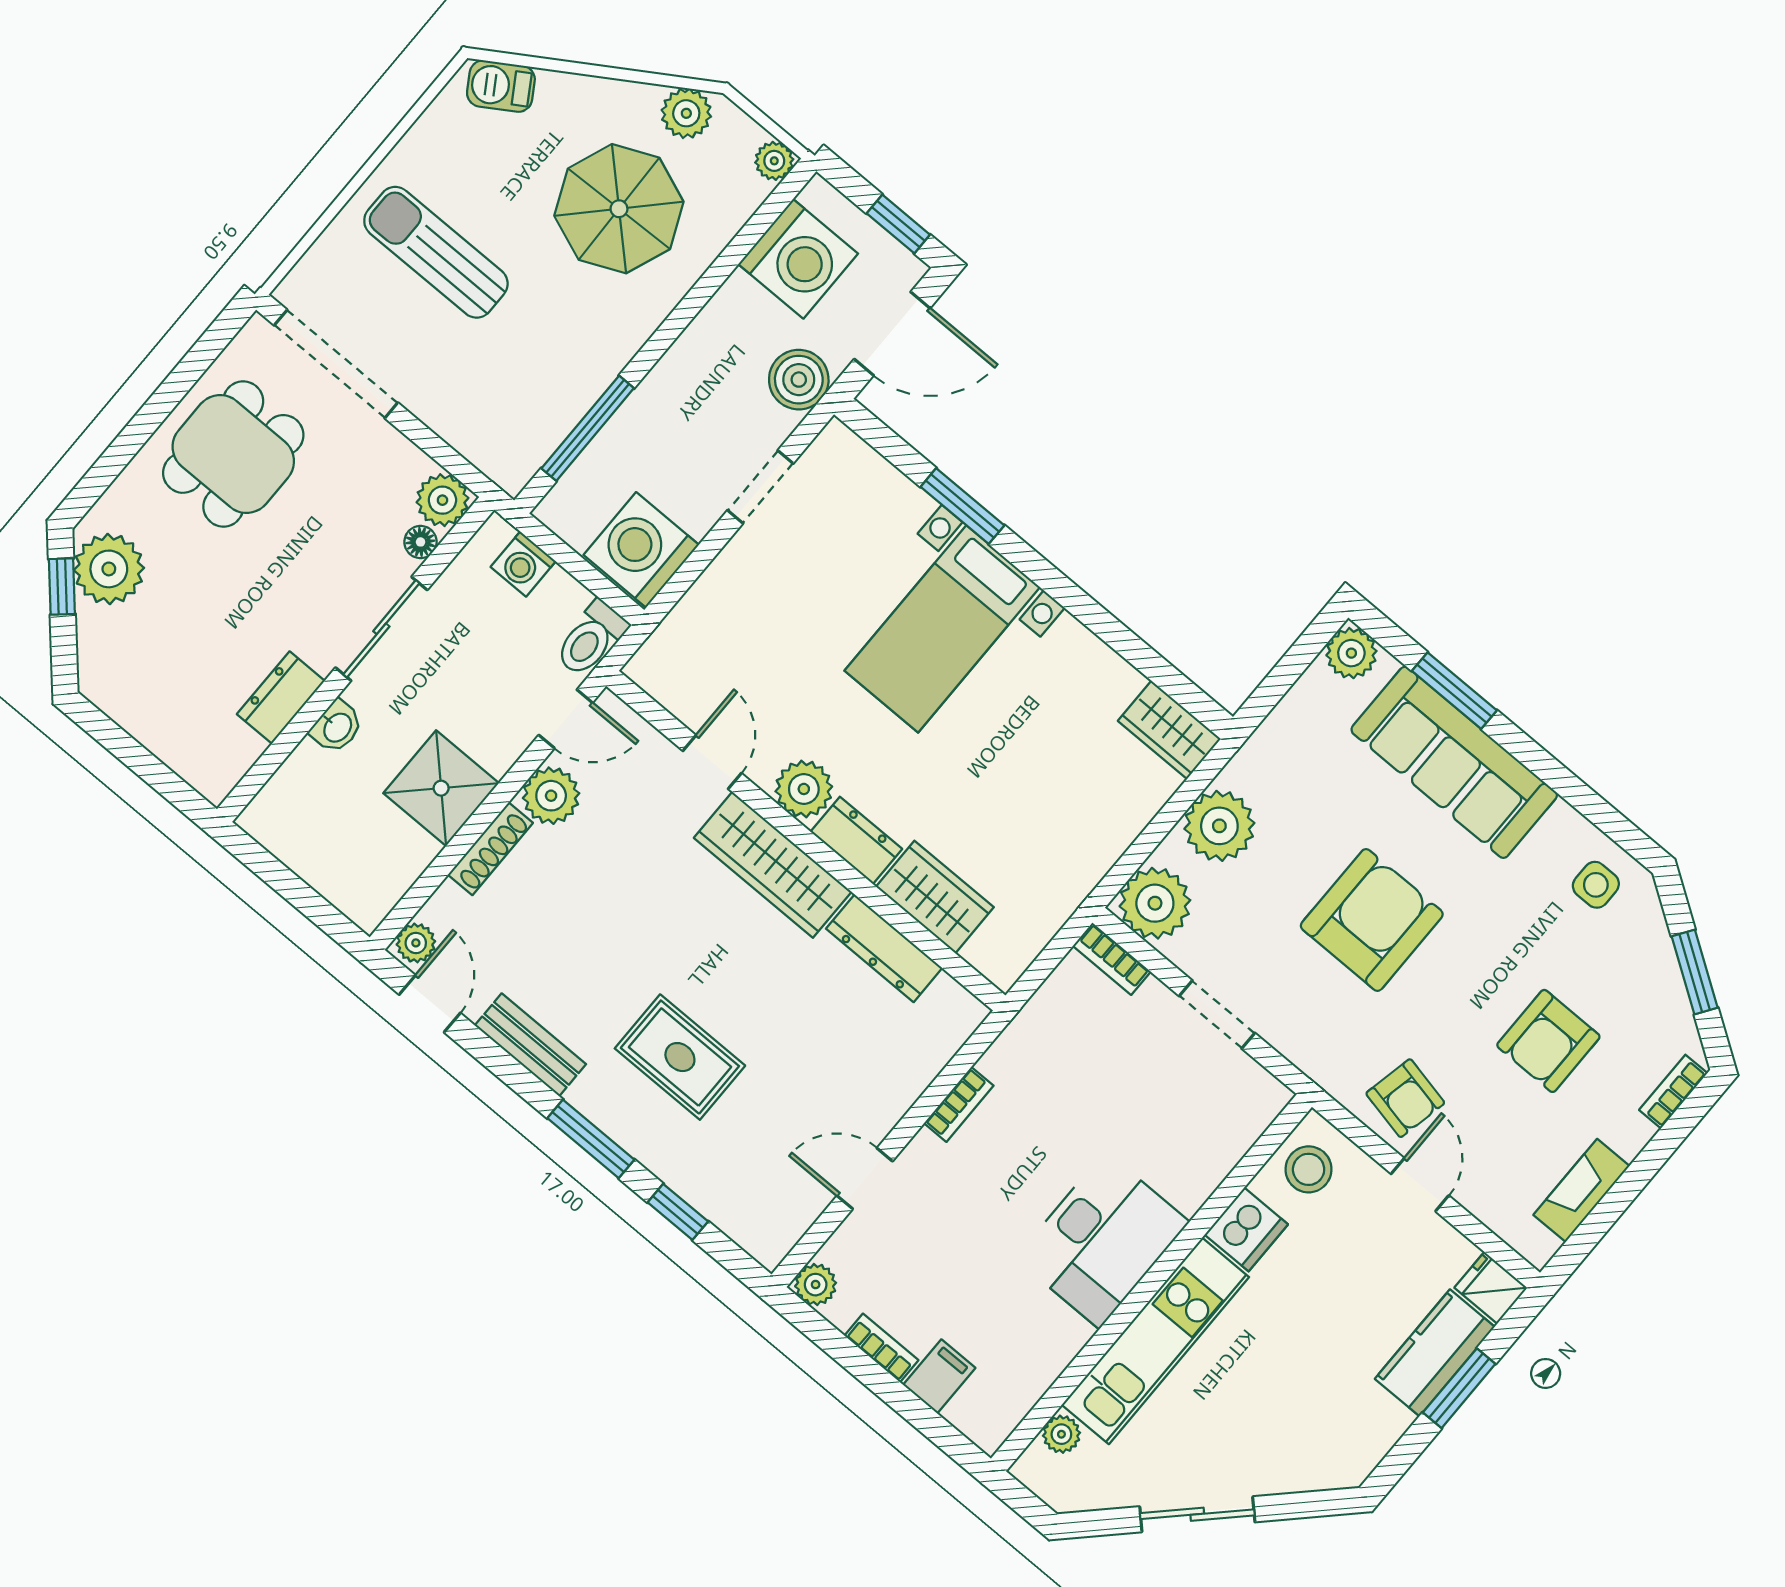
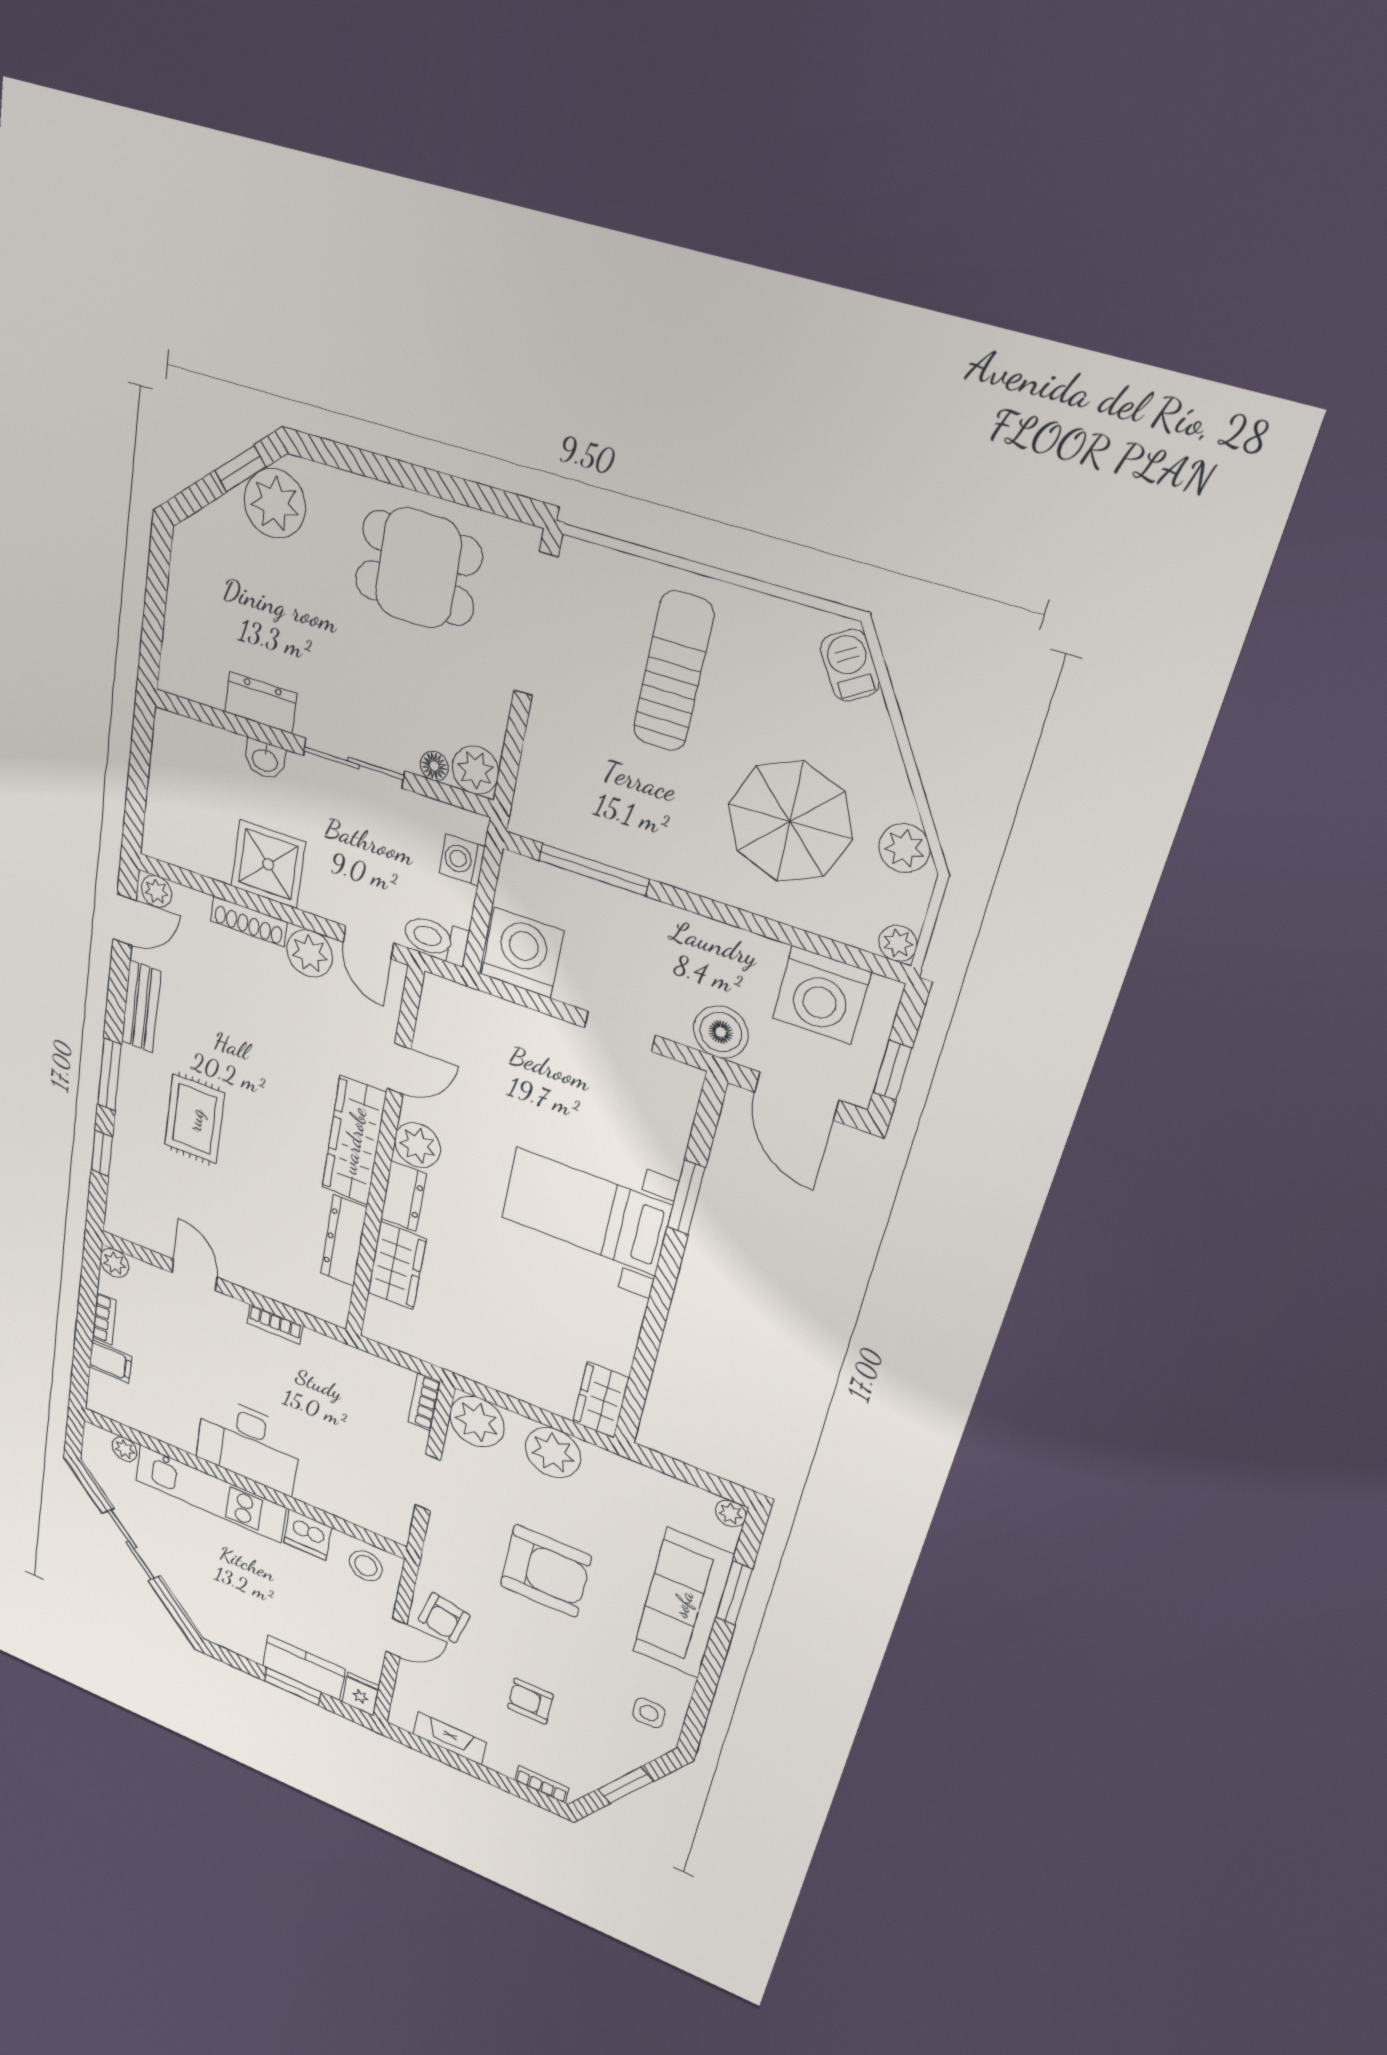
plant: (1351, 653) -> (731, 1513), width x0.73, depth x0.73
armchair: (1548, 1041) -> (530, 1701), width x0.72, depth x0.72

